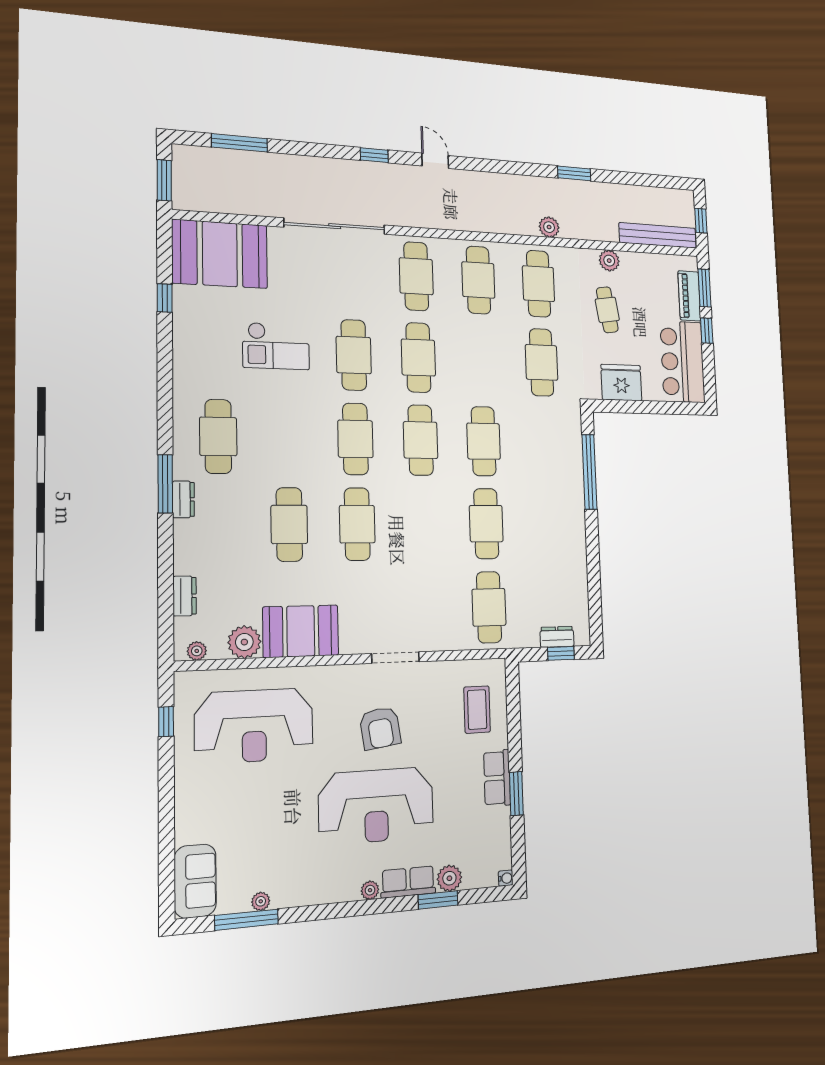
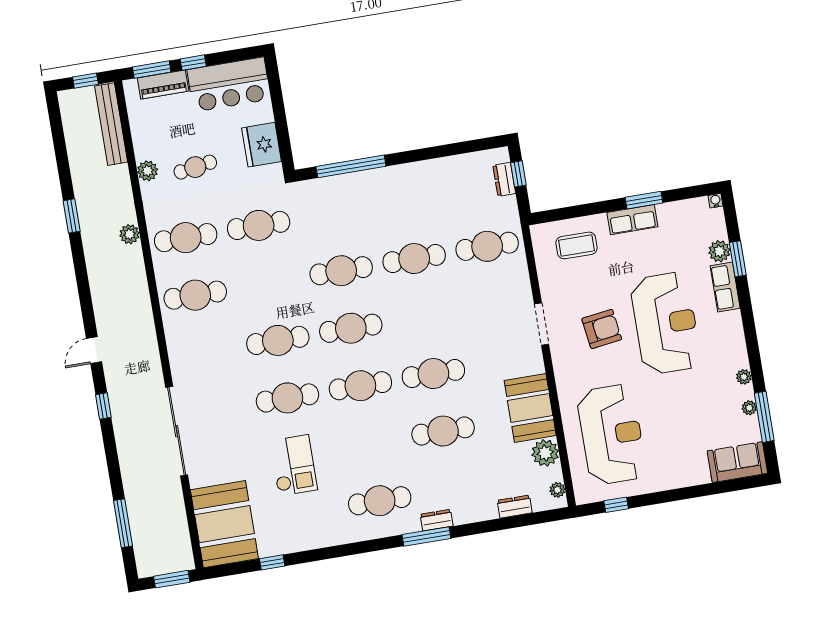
cafe table: (416, 276) -> (205, 353), removed
plant: (370, 890) -> (744, 377), moved

